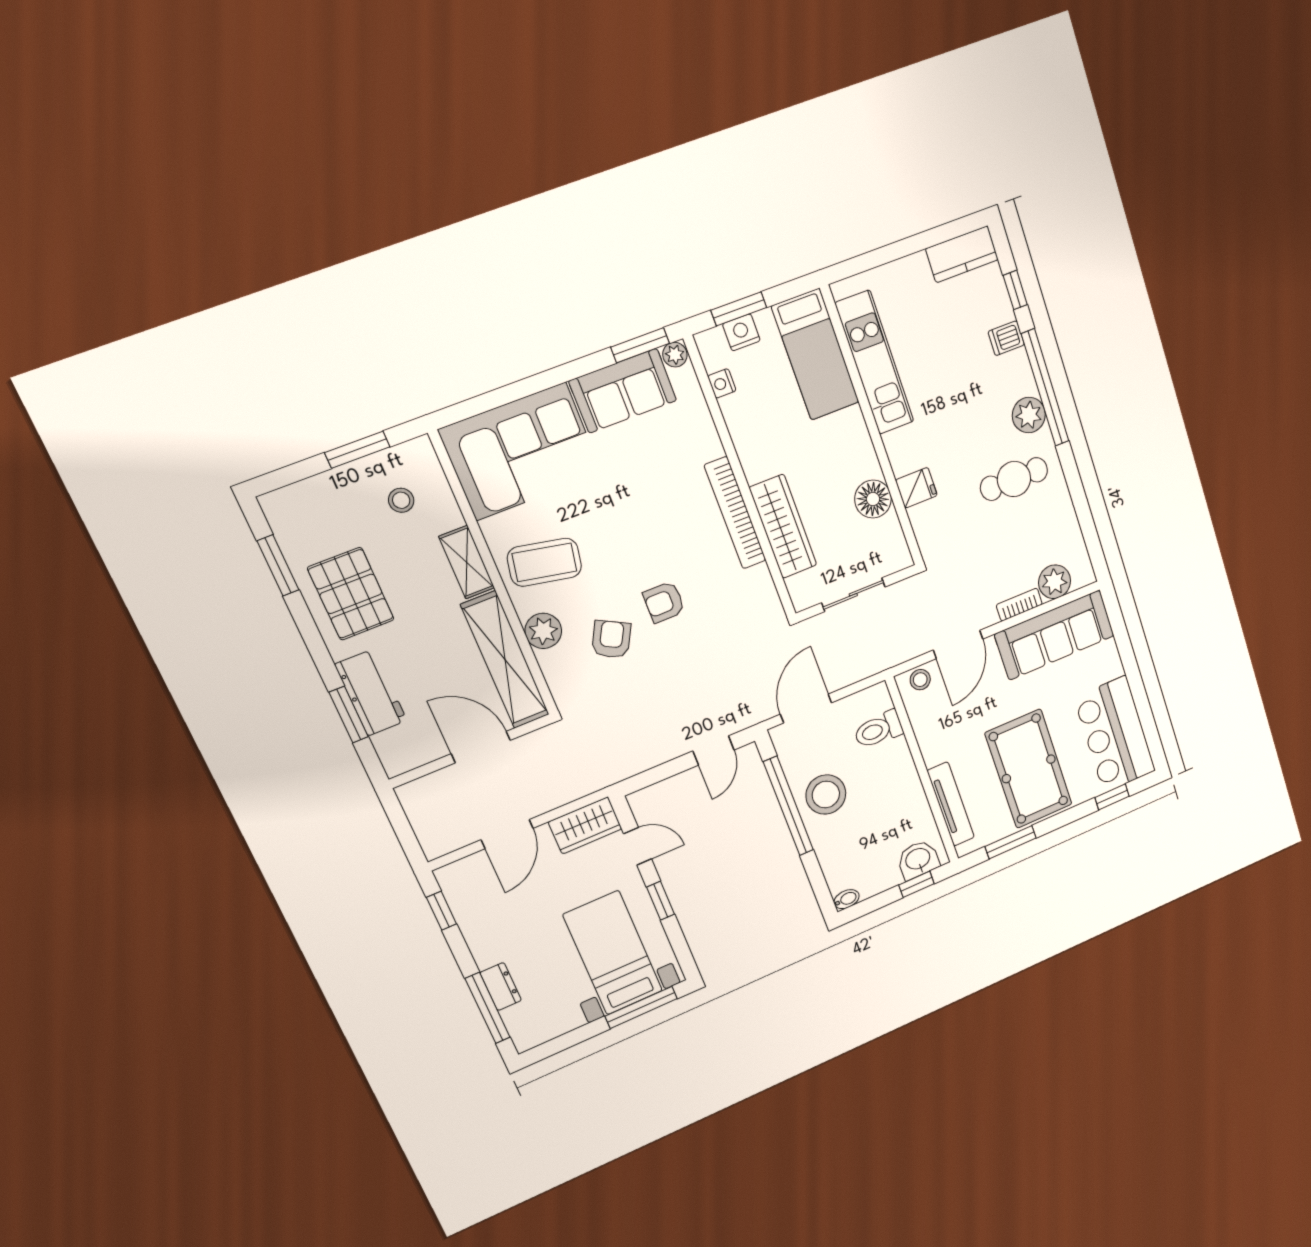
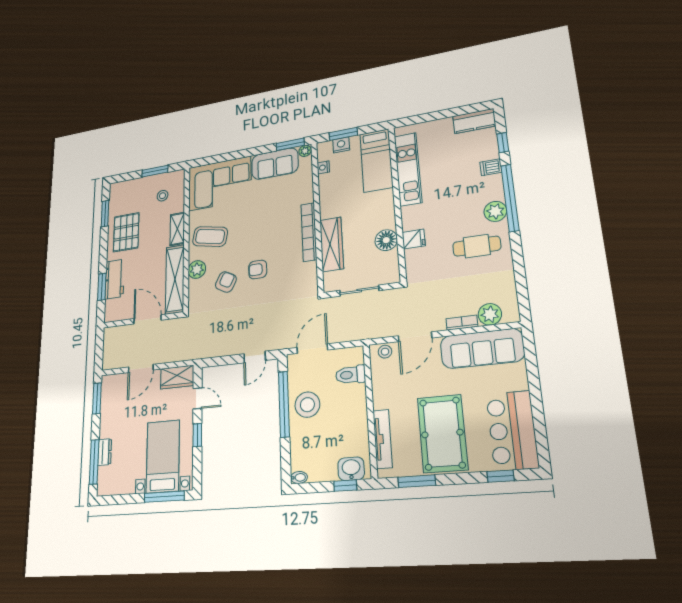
window: (441, 911) -> (97, 398), width x1.50

